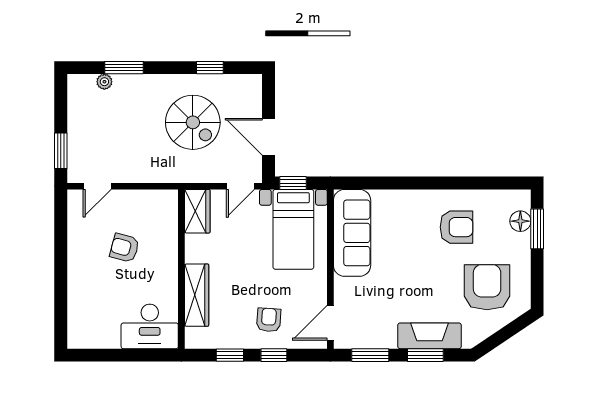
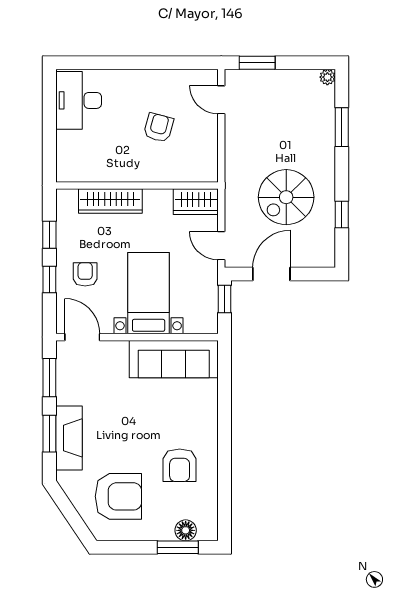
plant: (104, 82) -> (327, 77), moved
bed with nightstands: (293, 229) -> (149, 293), moved, turned 90
armchair: (269, 320) -> (85, 274), turned -94
desk: (150, 326) -> (79, 100), moved

